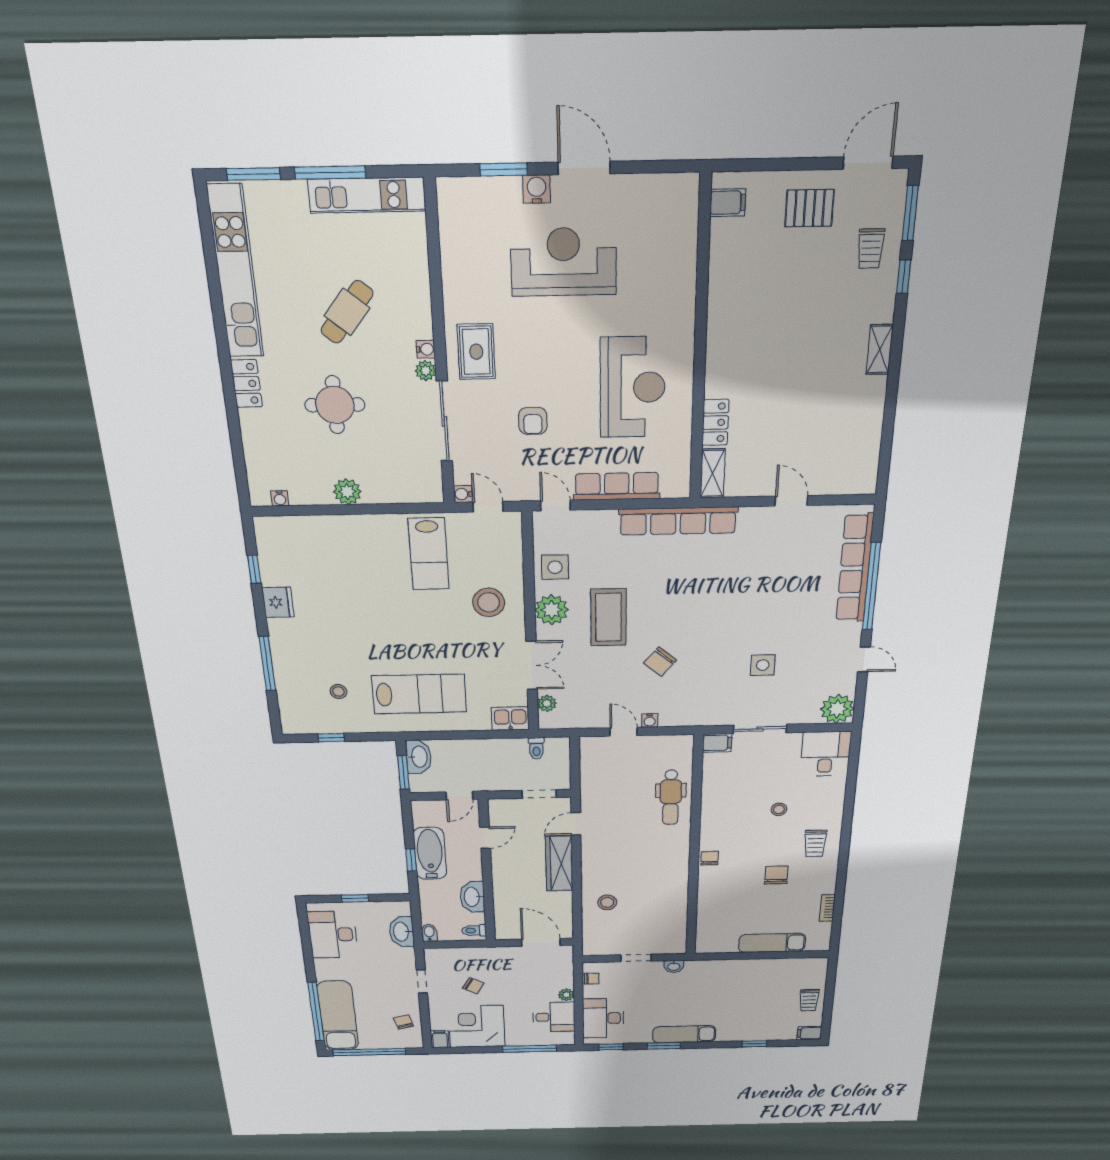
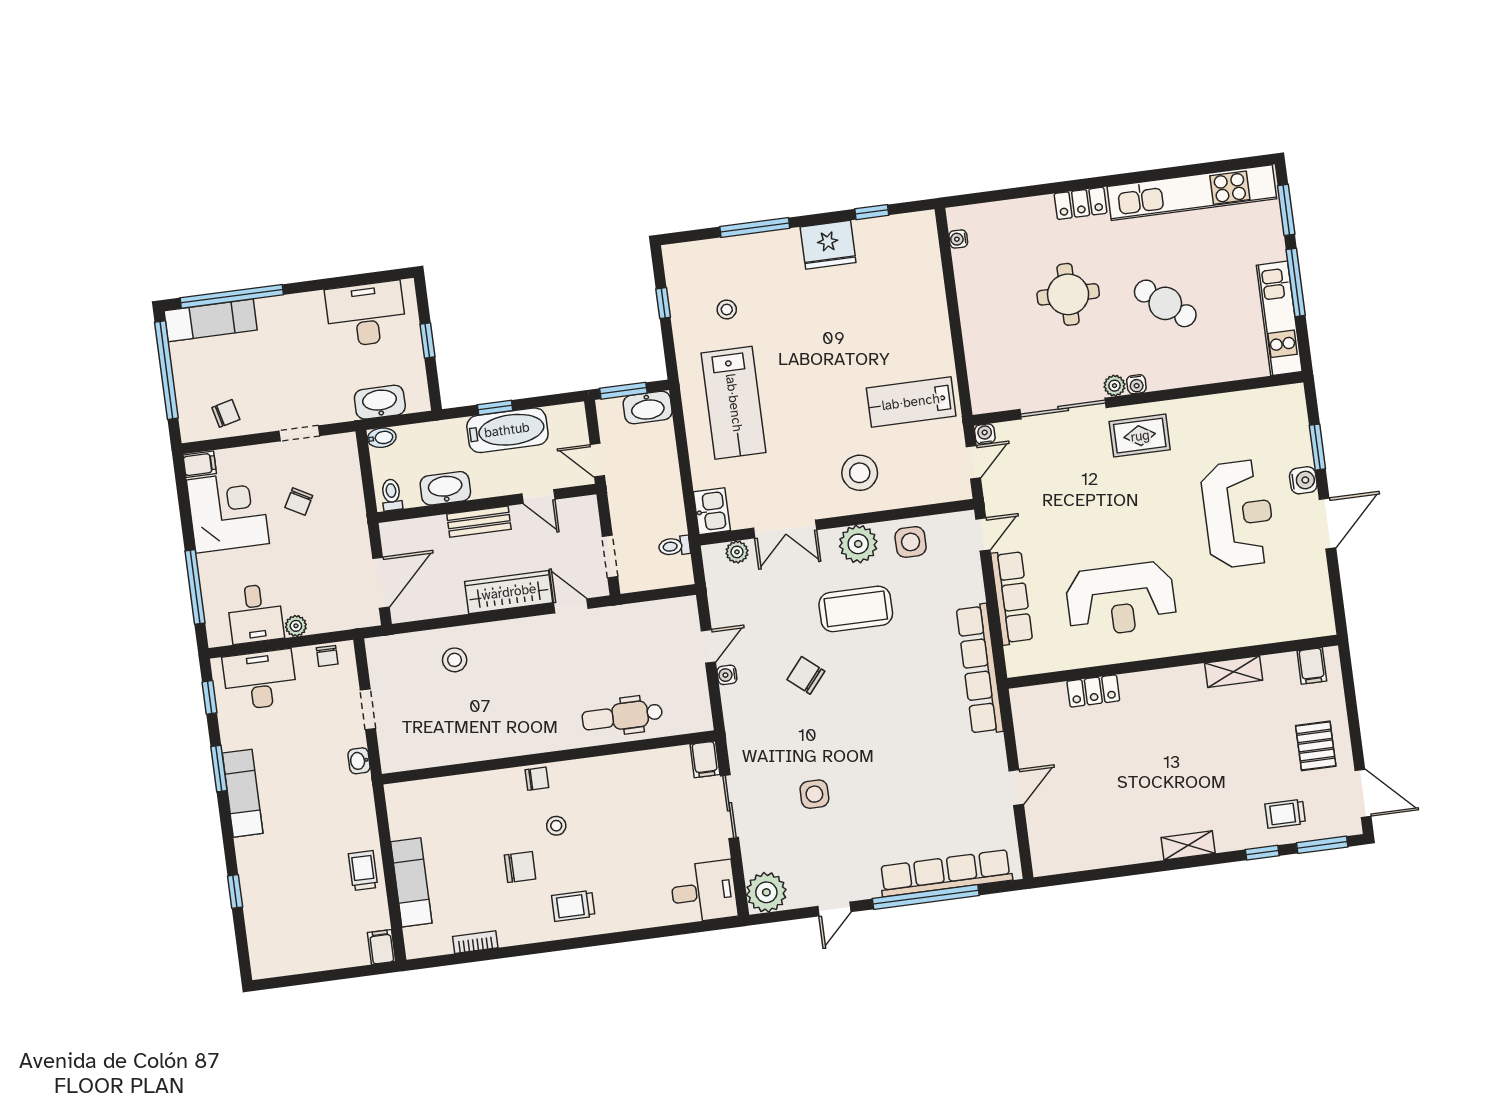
armchair: (533, 421) -> (1074, 500), removed
shelving: (713, 473) -> (1234, 672), moved
plant: (347, 492) -> (974, 311), removed
fridge: (278, 602) -> (828, 245), width x1.36, depth x1.34
stool: (779, 809) -> (556, 826), moved
bench: (501, 878) -> (479, 522), added
trolley: (809, 1000) -> (363, 871), moved, turned 90
exam couch: (338, 1016) -> (211, 320), width x0.73, depth x0.69
filing cabinet: (809, 1033) -> (382, 947), moved

